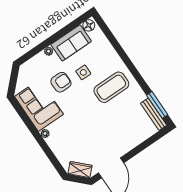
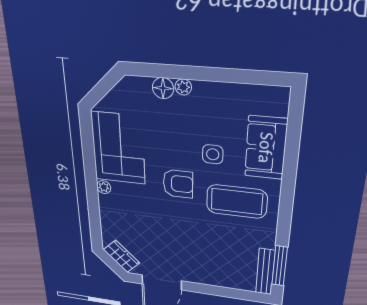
floor lamp: (89, 25) -> (163, 88), moved
sofa: (71, 43) -> (266, 148), moved, turned 90
armchair: (61, 82) -> (178, 184), moved

